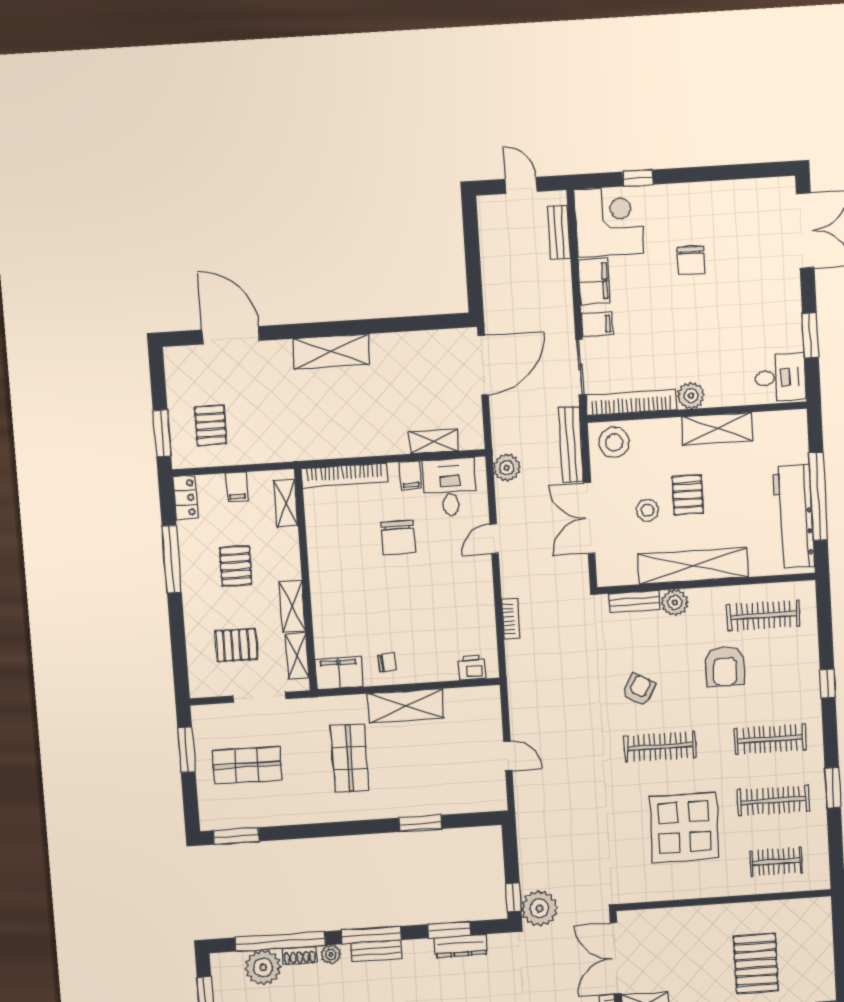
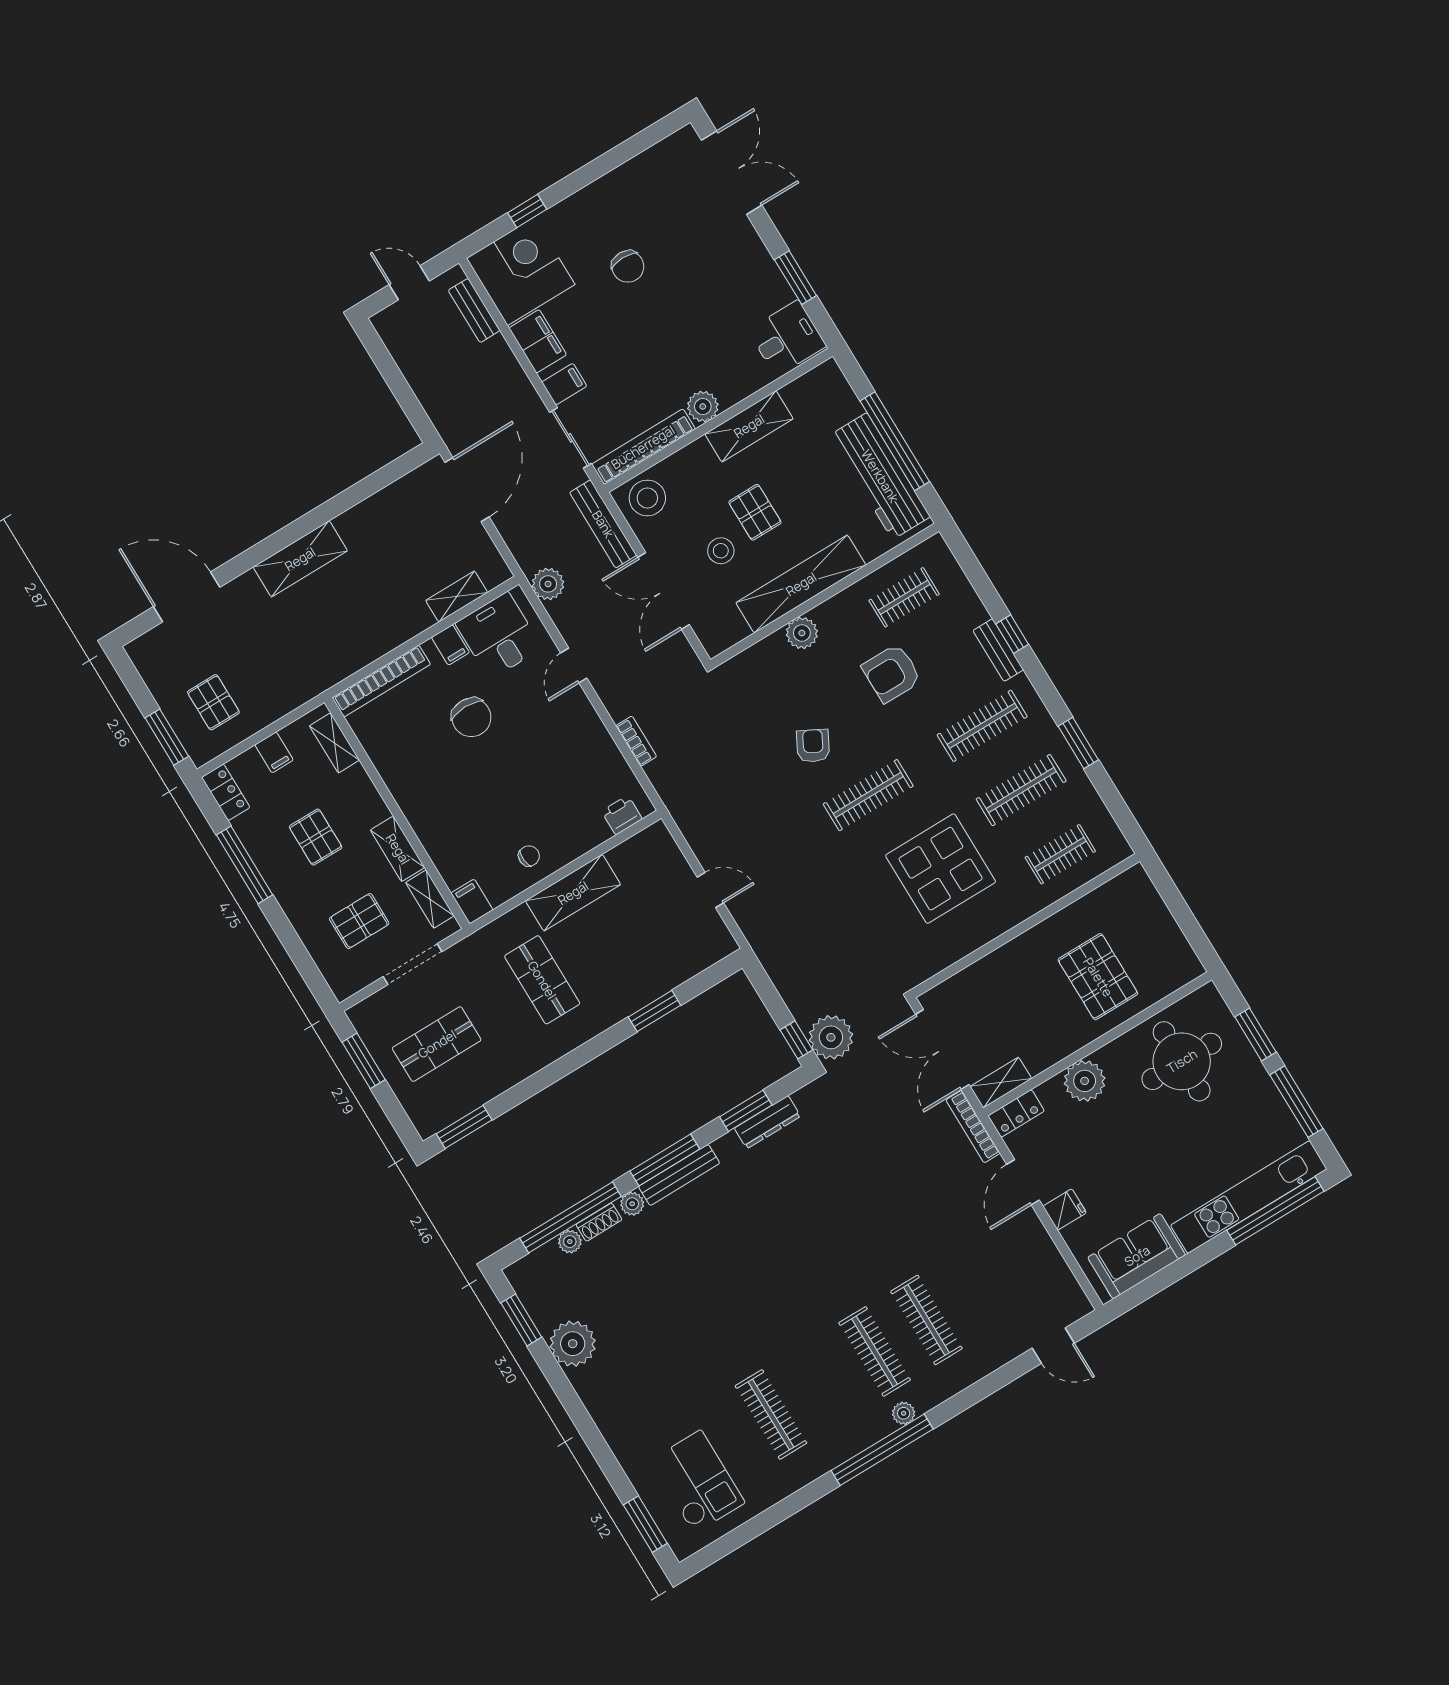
bench: (634, 601) -> (998, 650), moved, turned 90
clothes rail: (763, 615) -> (904, 597), width x0.73
armchair: (725, 666) -> (892, 673), turned 90
filing cabinet: (339, 673) -> (472, 901), width x0.50
bench: (376, 951) -> (679, 1175), width x1.36
plant: (263, 967) -> (570, 1242), width x0.53, depth x0.53

